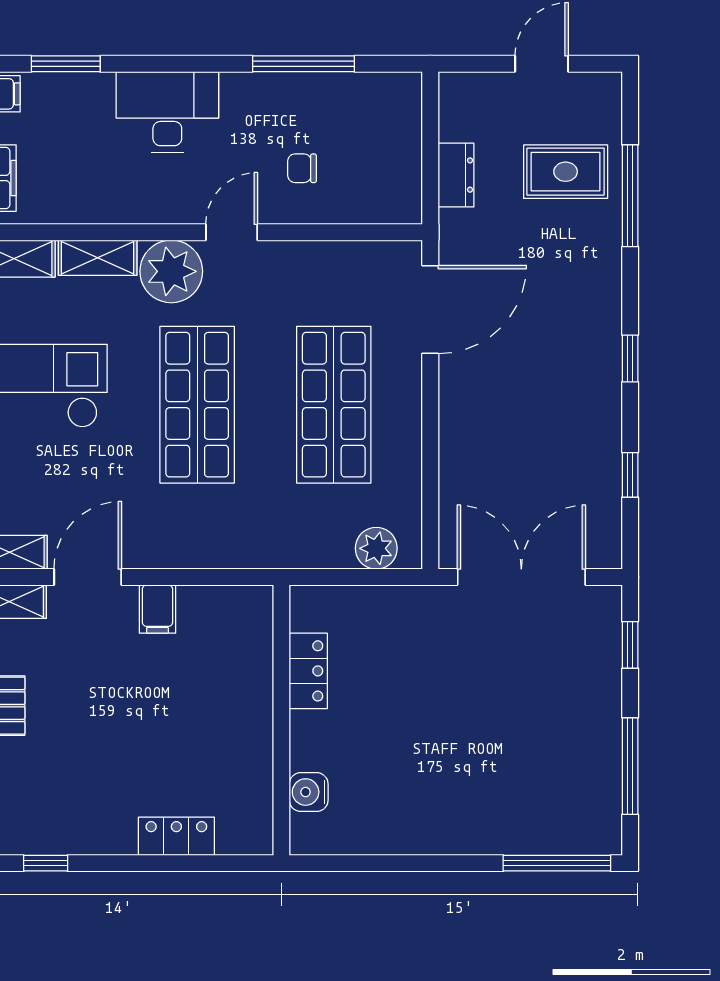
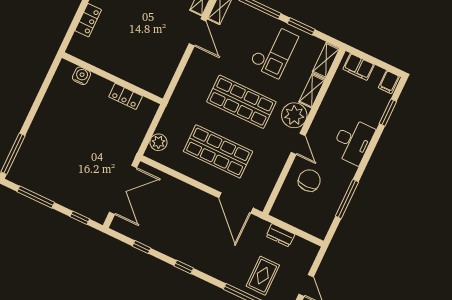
chair: (302, 168) -> (309, 180), width x1.87, depth x1.87
filing cabinet: (157, 609) -> (174, 52), removed

